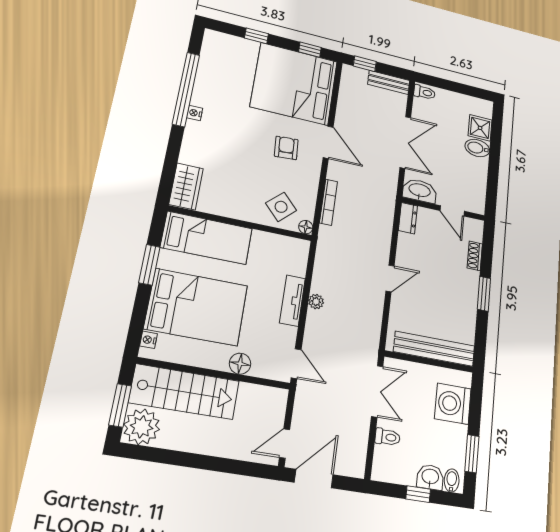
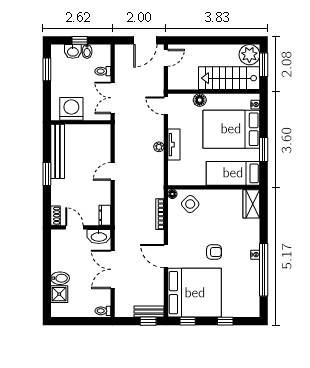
bench: (389, 82) -> (149, 312), moved
armchair: (286, 148) -> (214, 252), moved, turned -86
shoe rack: (475, 256) -> (55, 216), moved
bench: (434, 349) -> (58, 151), moved, turned 90
washing machine: (453, 404) -> (71, 109), moved, turned -90
bidet: (452, 481) -> (87, 51), moved

